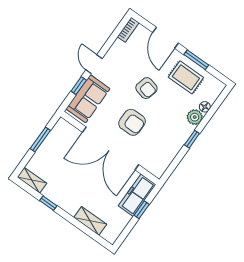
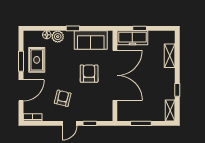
armchair: (146, 88) -> (63, 98), moved
sofa: (88, 99) -> (91, 40), moved, turned 180

